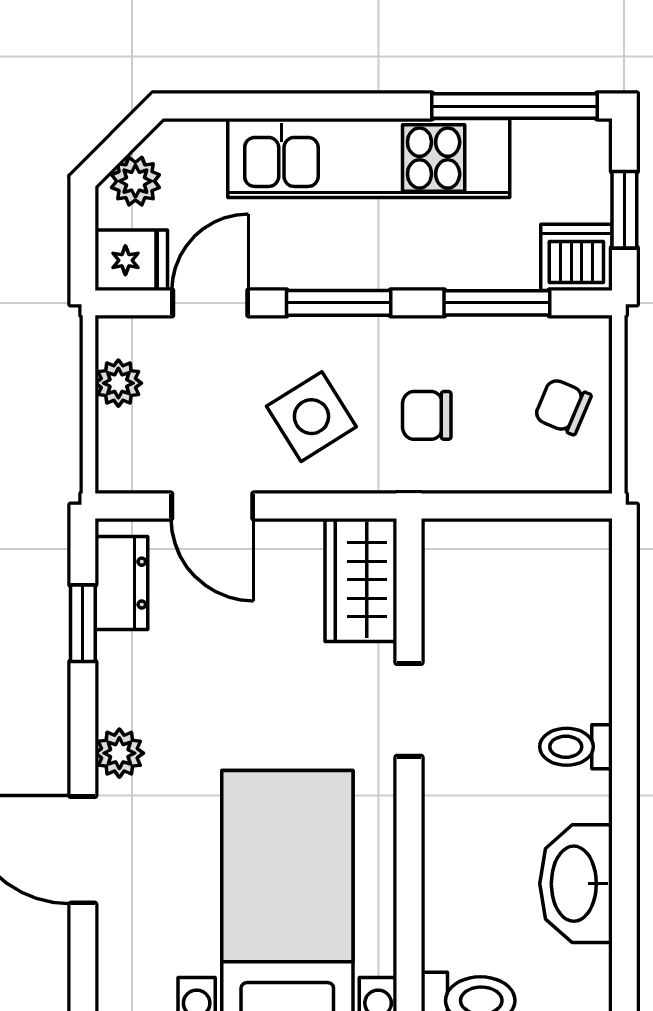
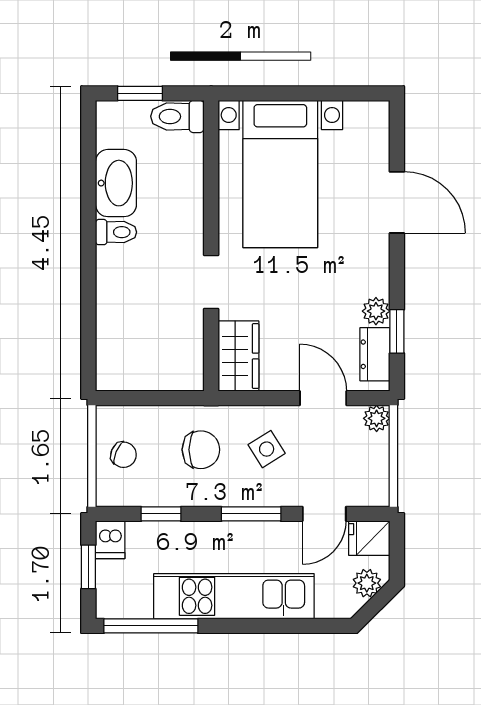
dishwasher: (576, 257) -> (110, 540), width x0.73
window: (497, 303) -> (161, 514), width x0.67
plant: (118, 383) -> (377, 418), moved
chair: (427, 415) -> (201, 450), width x1.37, depth x1.37
side table: (311, 417) -> (267, 449), width x0.73, depth x0.73
toilet: (576, 747) -> (116, 232), moved
plant: (119, 753) -> (376, 311), moved

